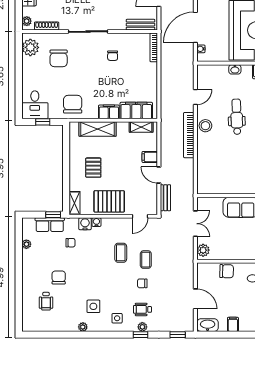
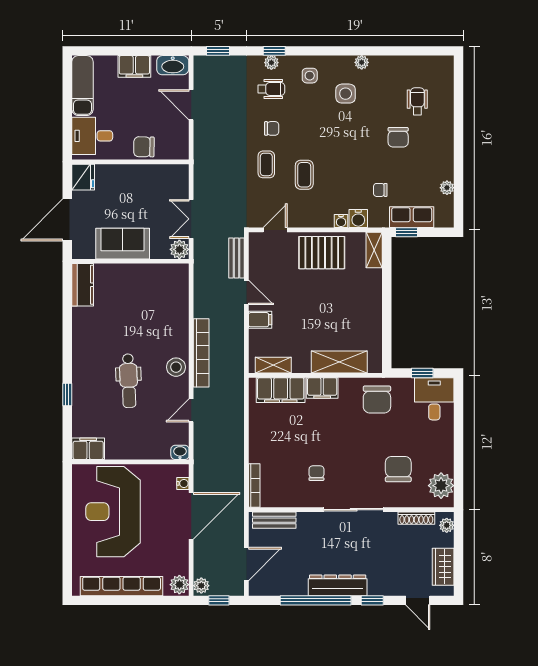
washbasin: (235, 69) -> (180, 452), moved
pallet: (93, 168) -> (346, 304), removed
plant: (203, 250) -> (179, 249), moved
filing cabinet: (233, 324) -> (134, 66), width x2.00

